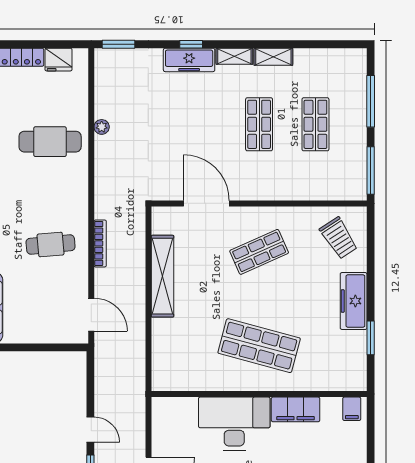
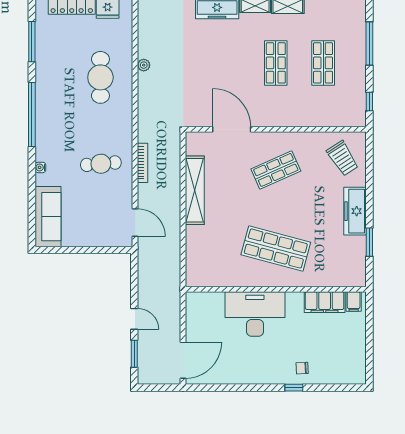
cafe table: (50, 142) -> (100, 77), turned 90
window: (371, 170) -> (369, 102), width x0.46
filing cabinet: (296, 409) -> (325, 302), moved

